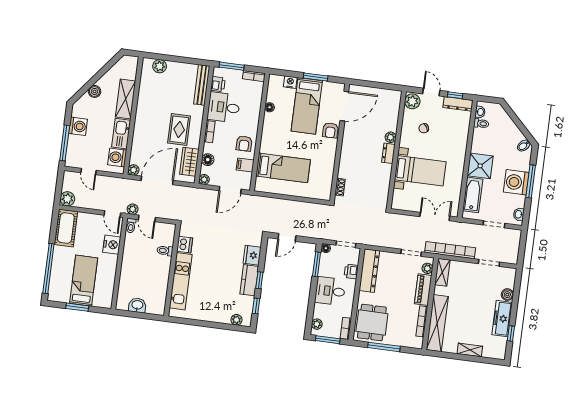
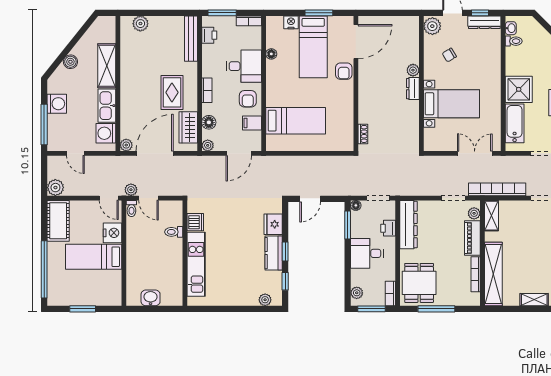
desk: (224, 107) -> (244, 66), moved, turned 180
bed: (84, 281) -> (94, 257), moved, turned -90

